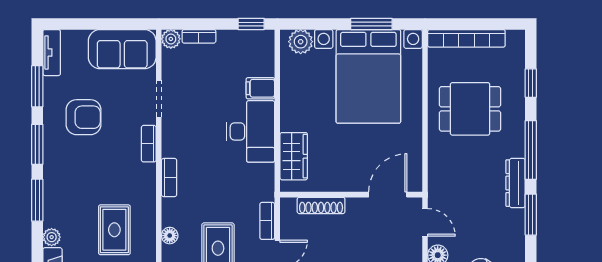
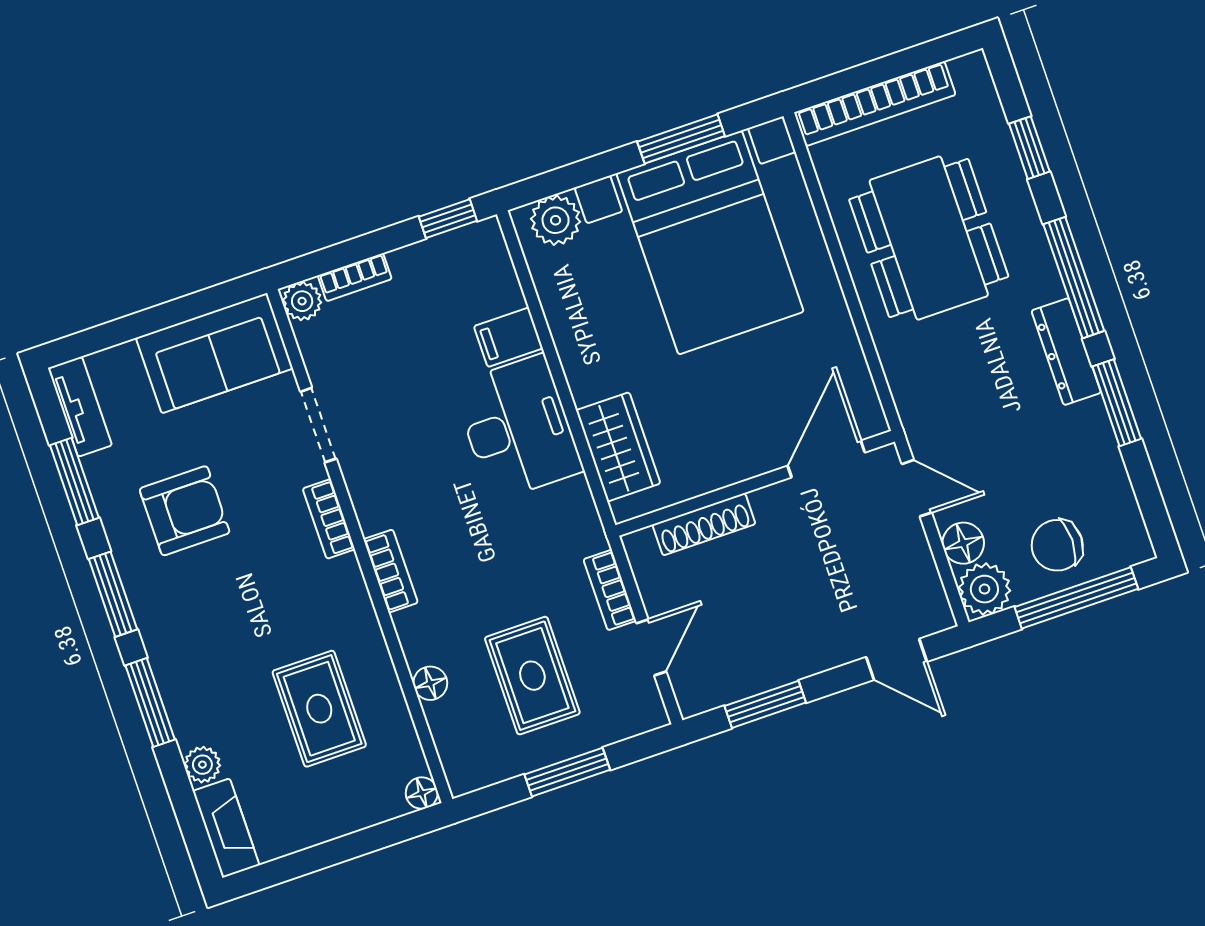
dining table: (470, 109) -> (929, 238), width x1.38

